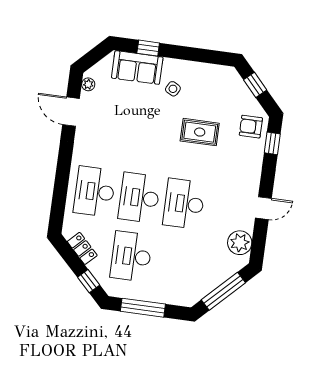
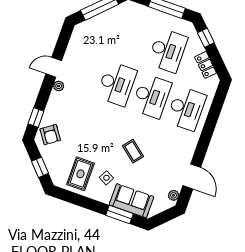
window: (148, 48) -> (119, 214), width x1.50
coffee table: (148, 127) -> (133, 151), added
armchair: (251, 127) -> (50, 135), turned 55
rug: (200, 132) -> (80, 174), moved, turned 90
plant: (240, 243) -> (59, 86), moved, width x0.53, depth x0.53

